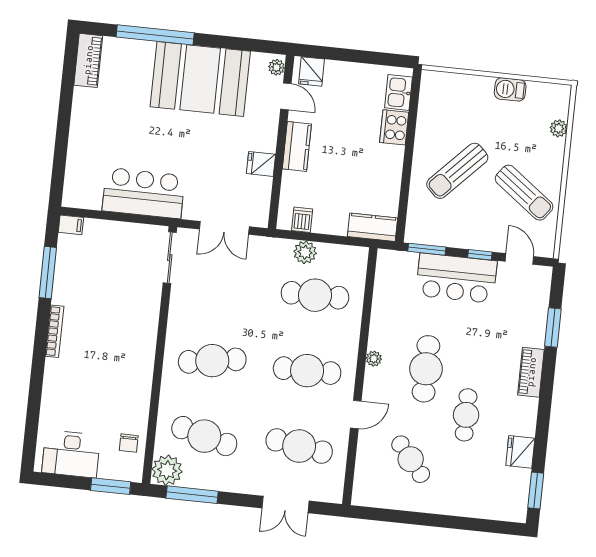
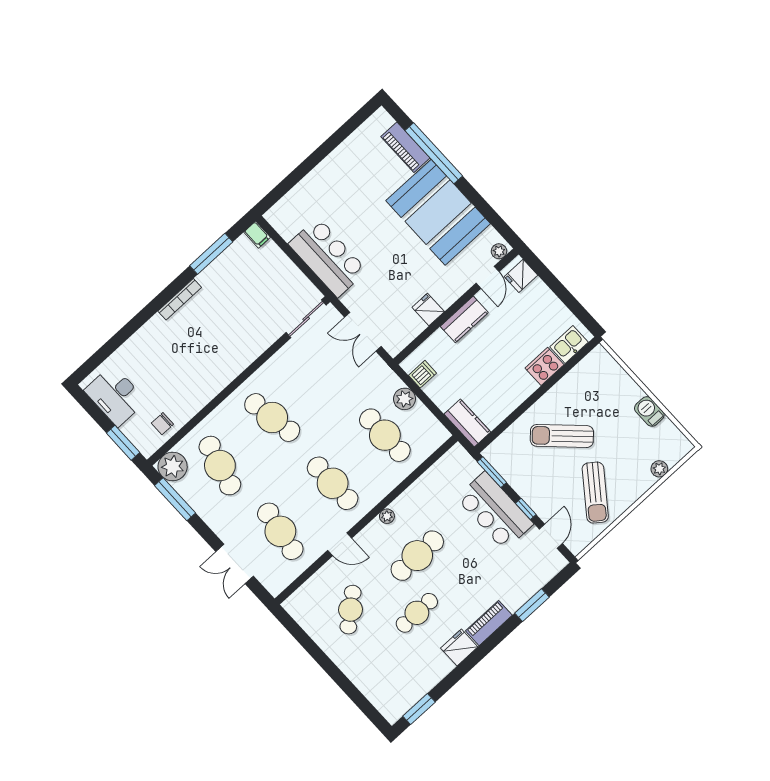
piano: (88, 60) -> (405, 147), moved, turned 90
fridge: (520, 452) -> (459, 647), moved

